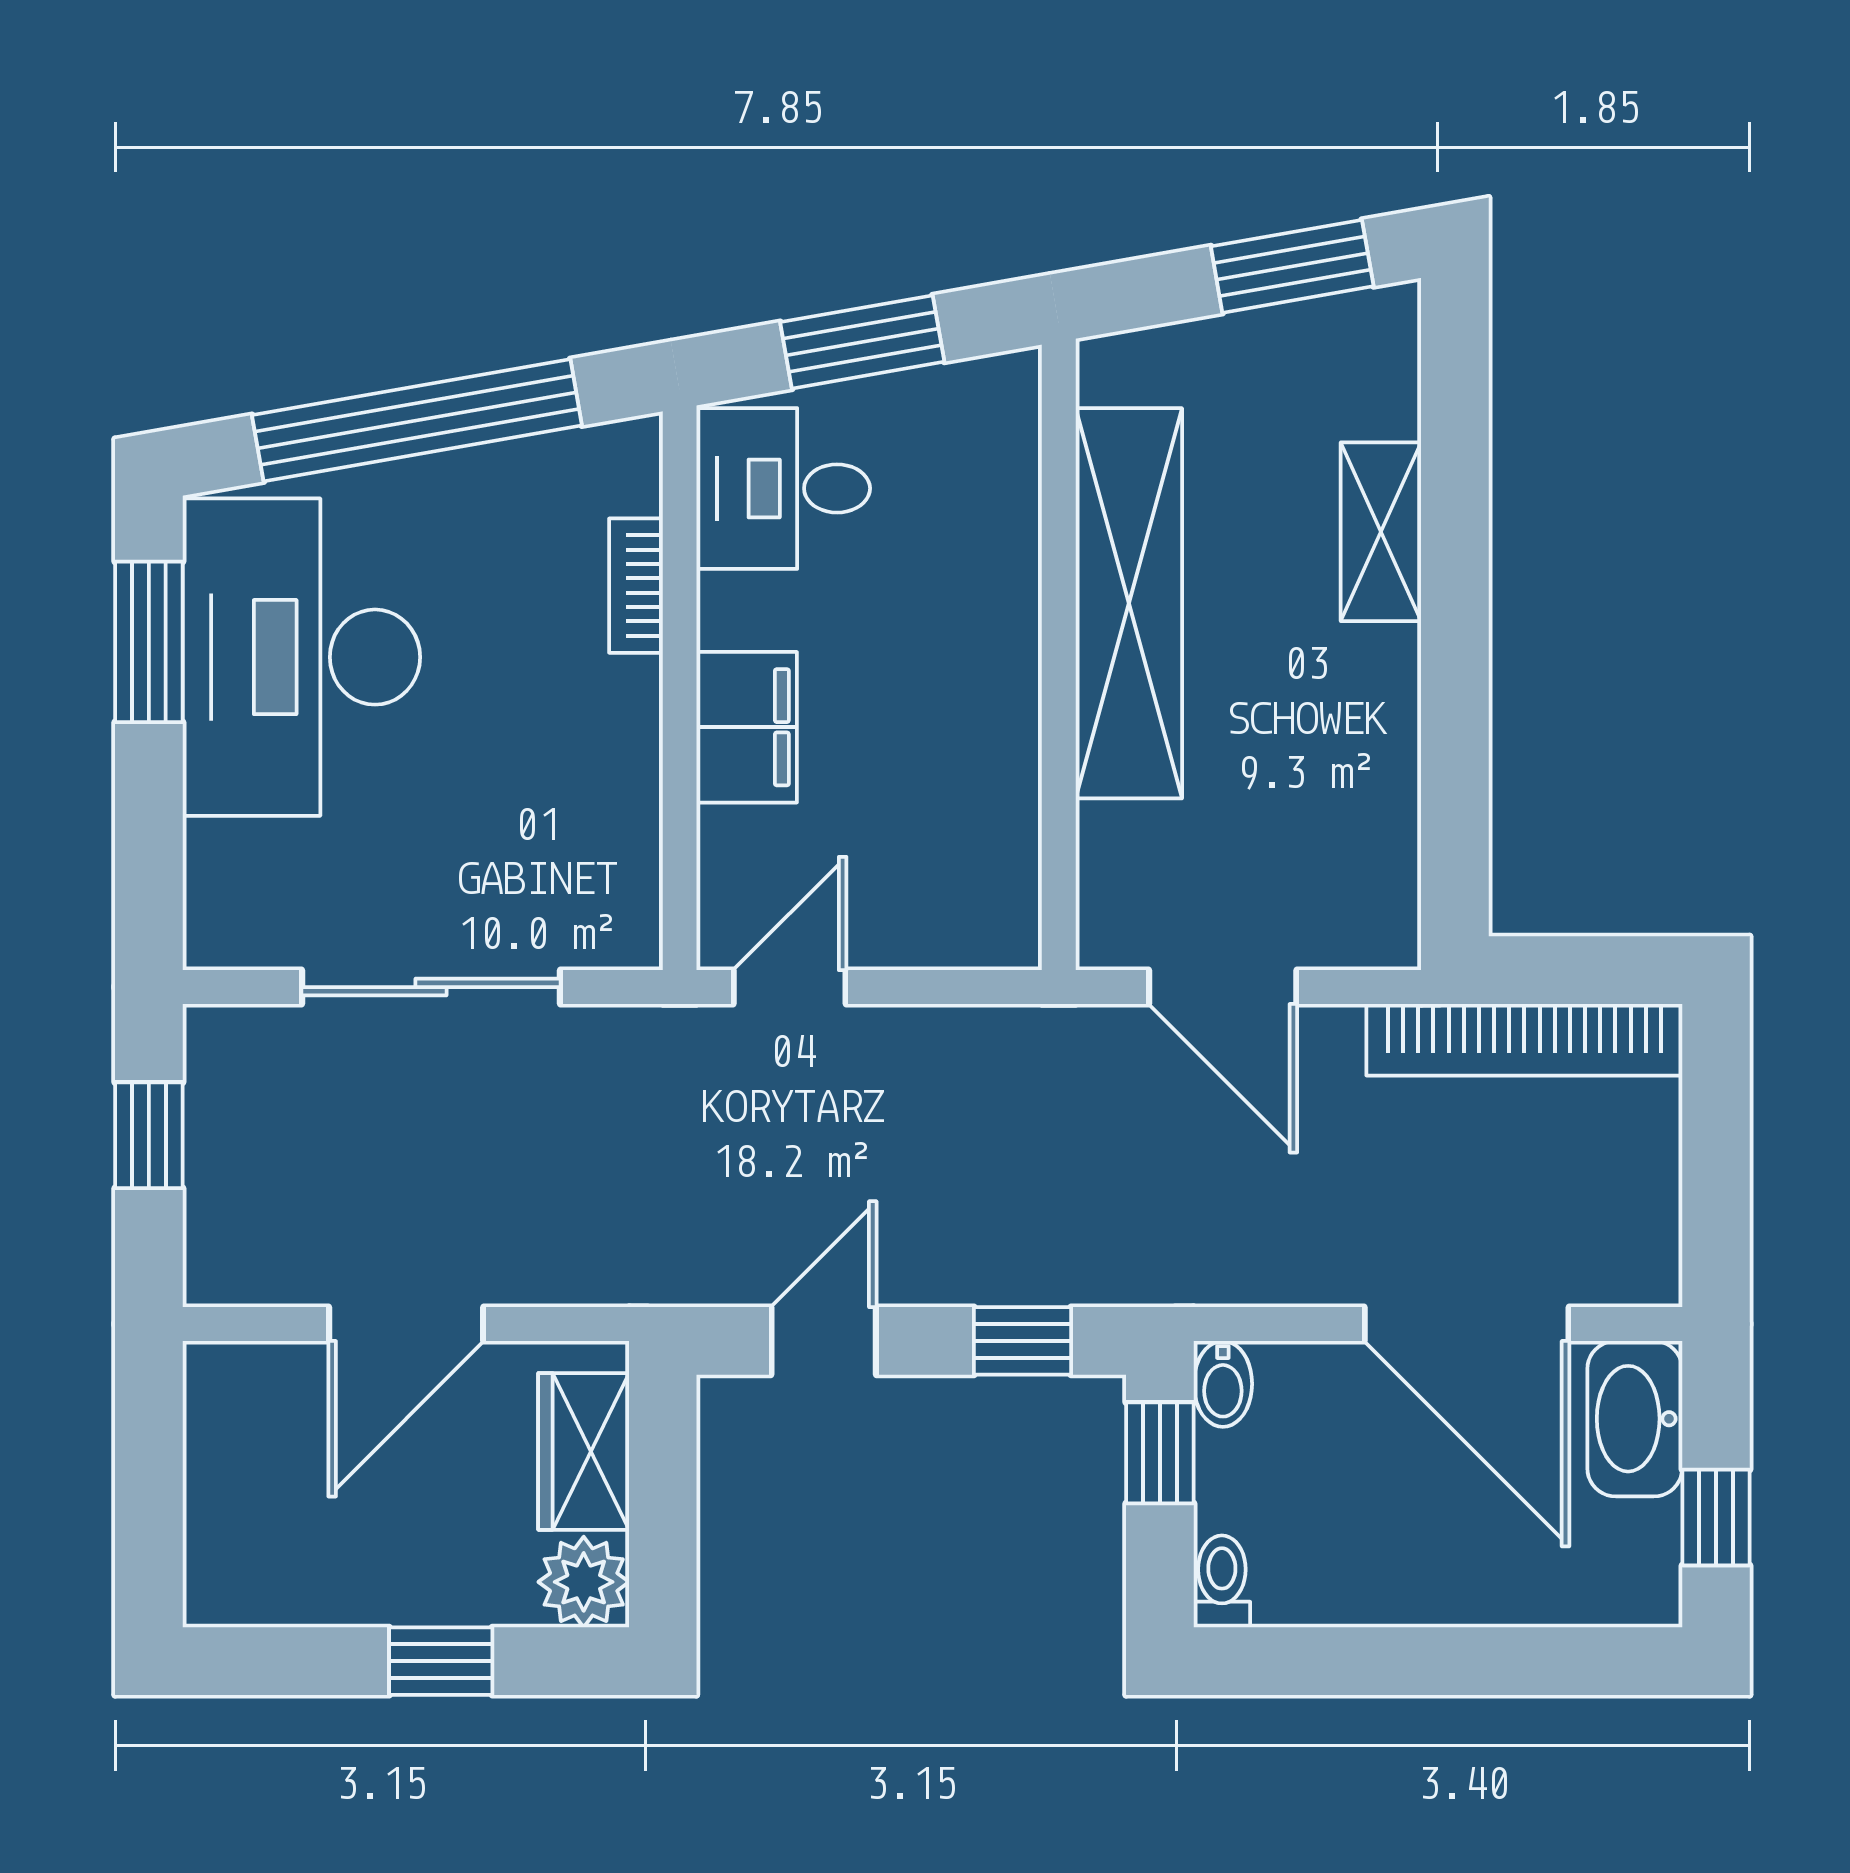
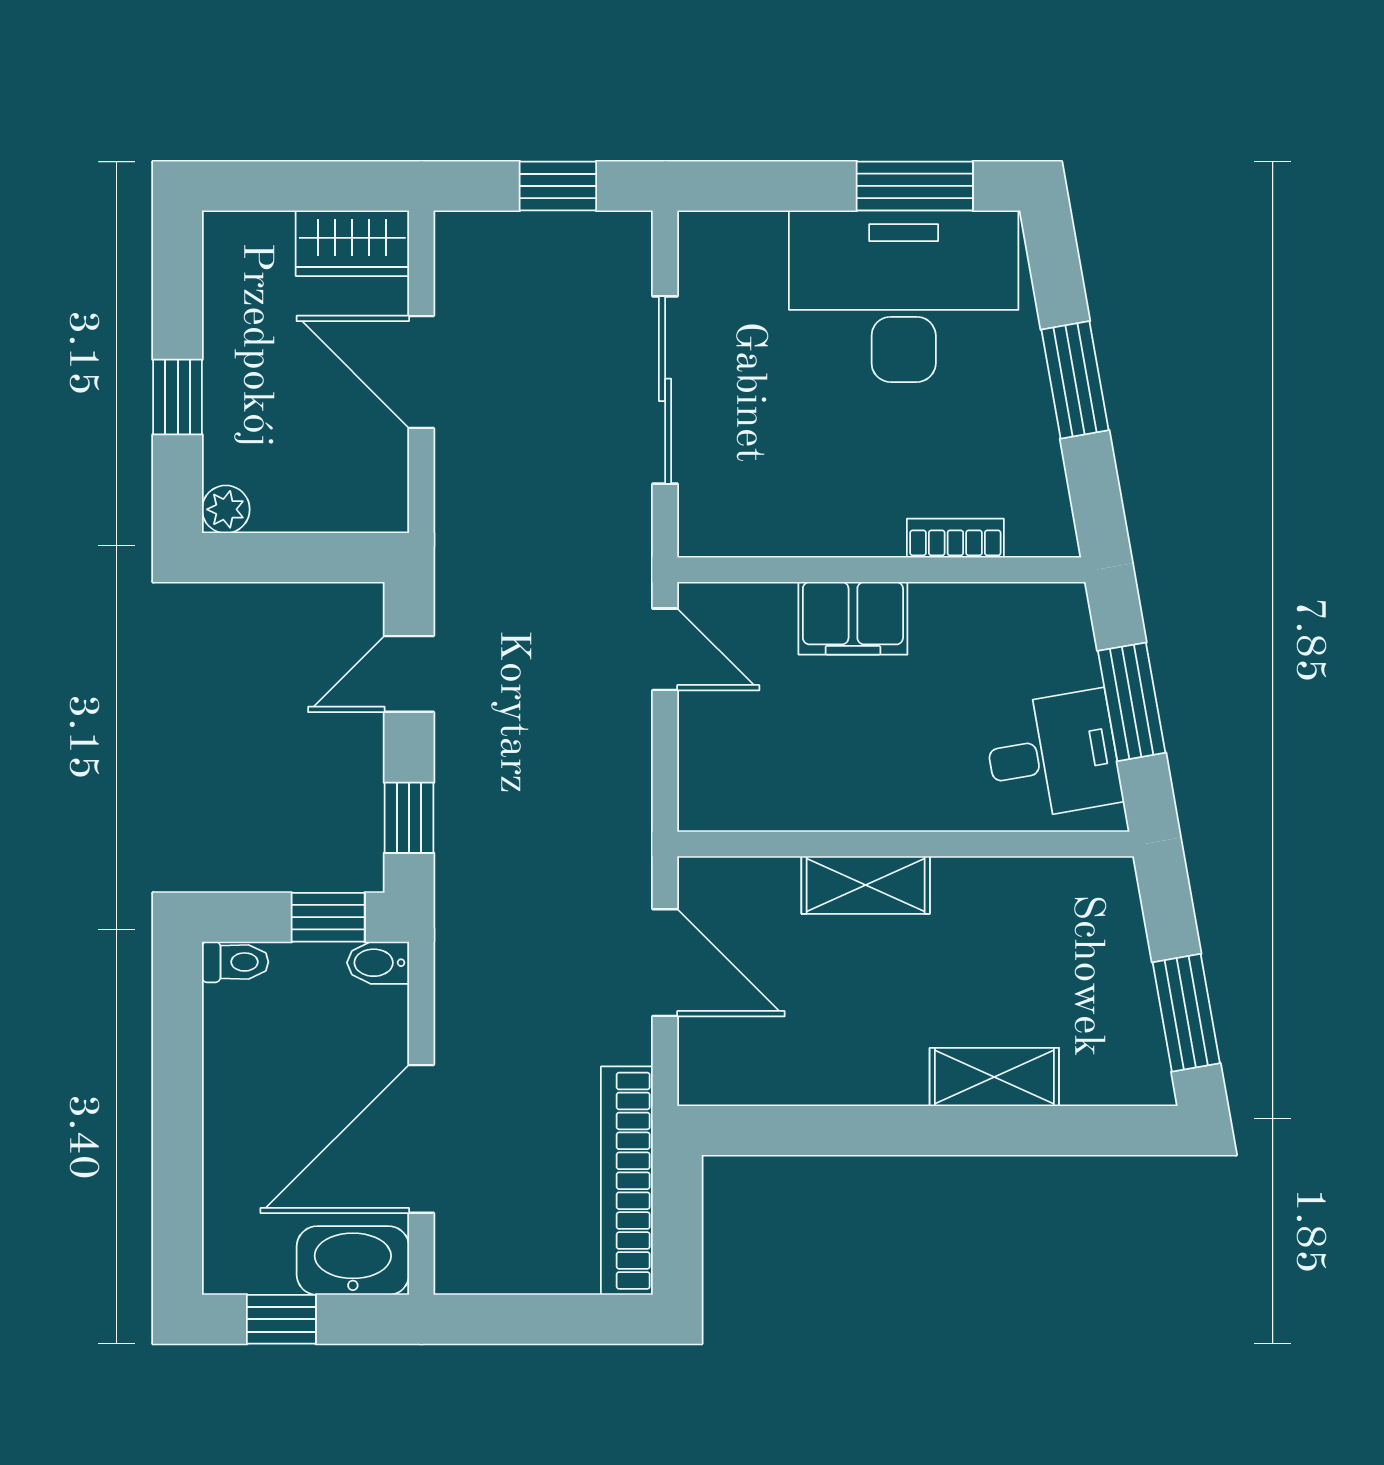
window: (417, 420) -> (1075, 380), width x0.47
desk: (783, 488) -> (1053, 755), moved, turned 80
shelving: (1129, 603) -> (866, 885), width x0.45, depth x0.75
door: (1223, 987) -> (665, 963), swing flipped
door: (824, 1341) -> (409, 674), swing flipped
wardrobe: (584, 1451) -> (352, 243), moved, turned 180
plant: (584, 1582) -> (226, 509), width x0.73, depth x0.73

